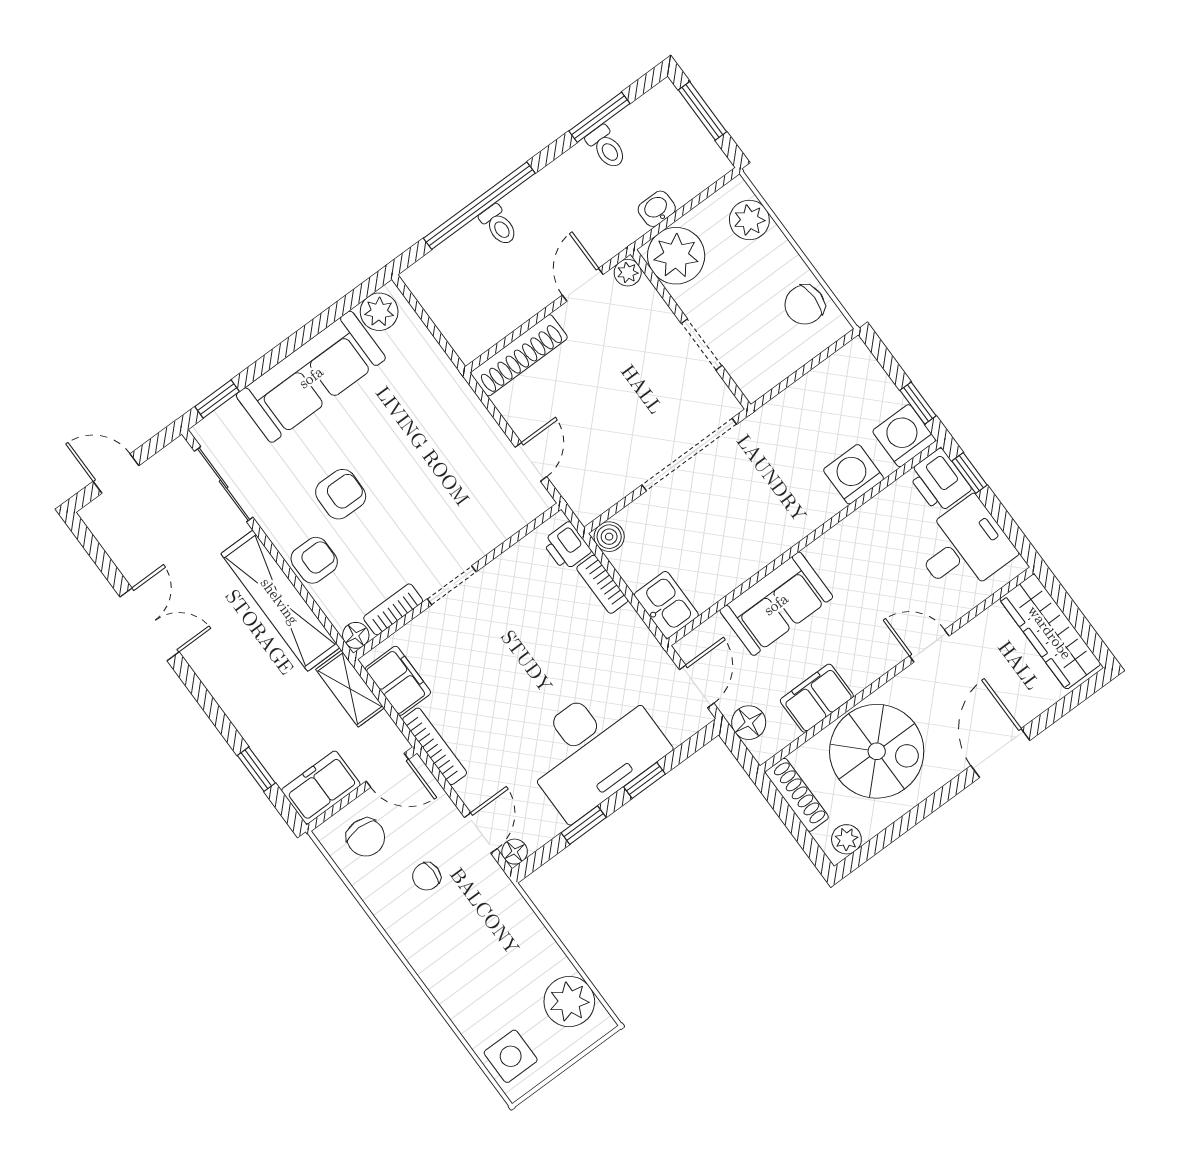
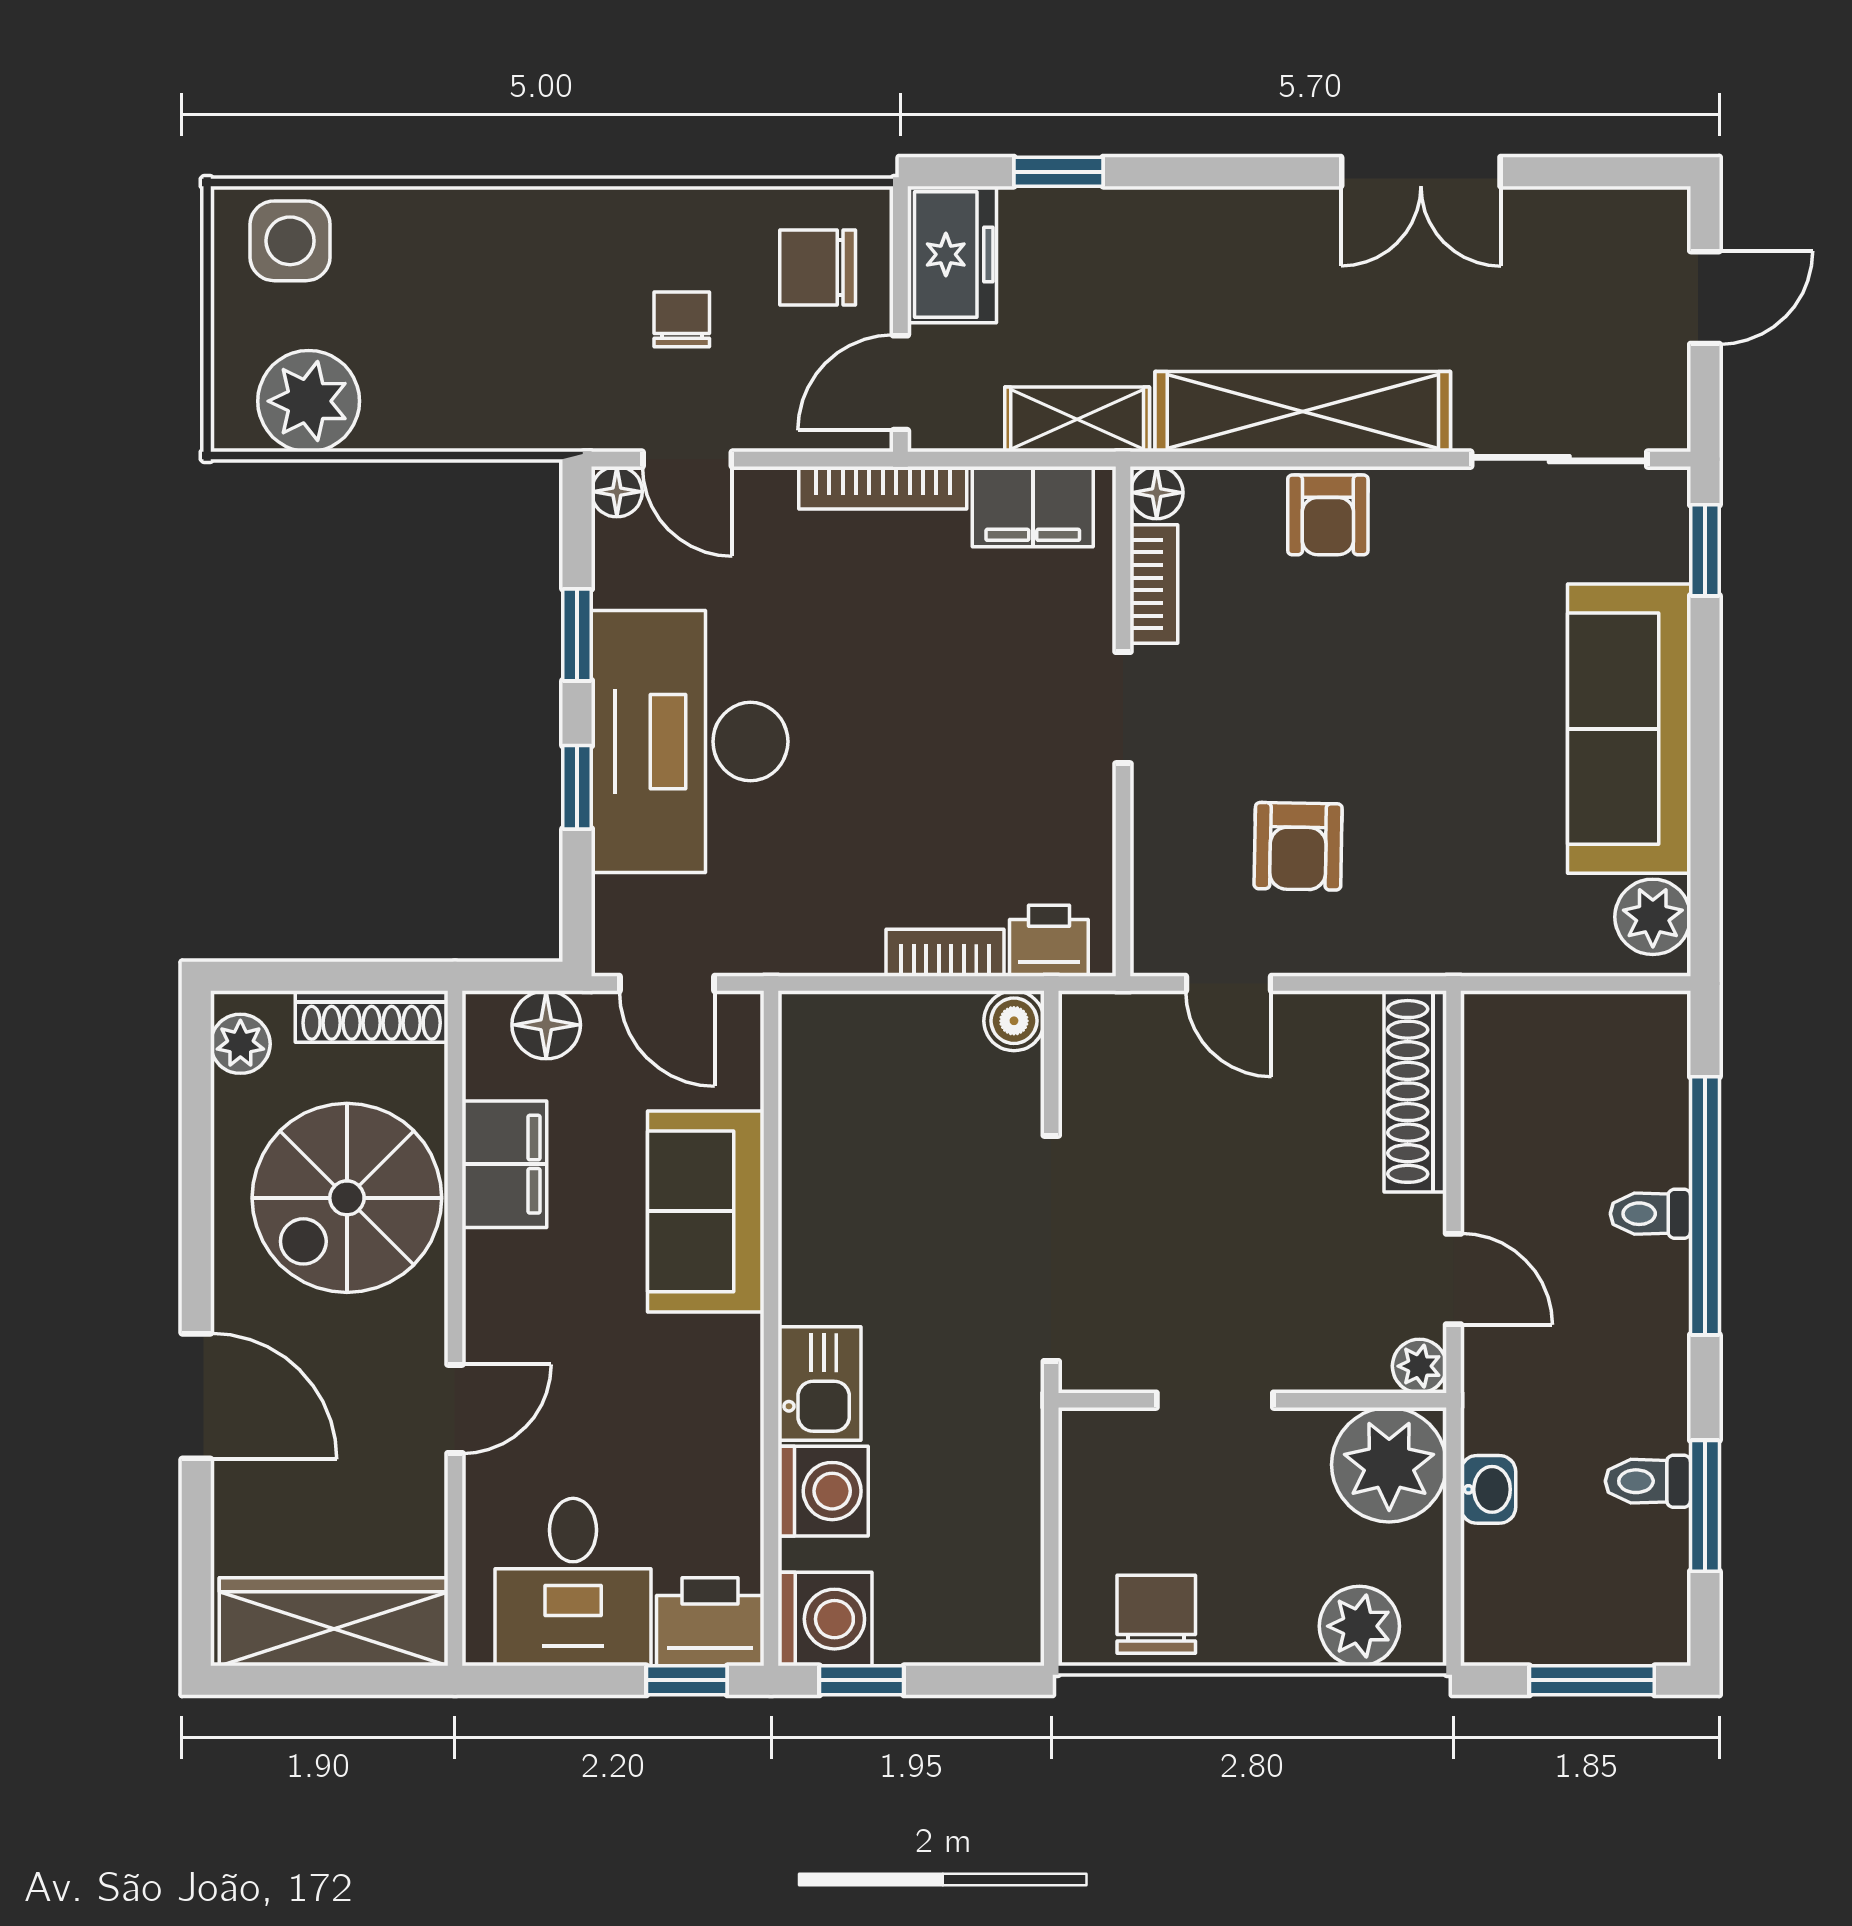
armchair: (341, 494) -> (1298, 846), moved
kitchen sink: (666, 605) -> (820, 1383), moved, turned -90

